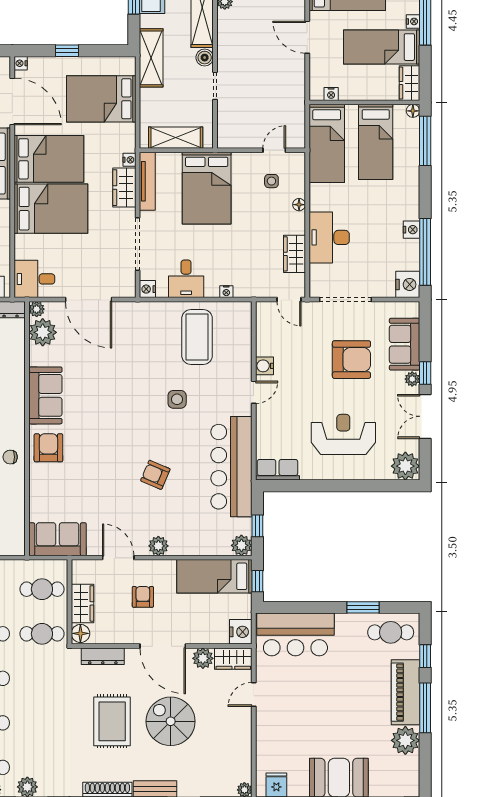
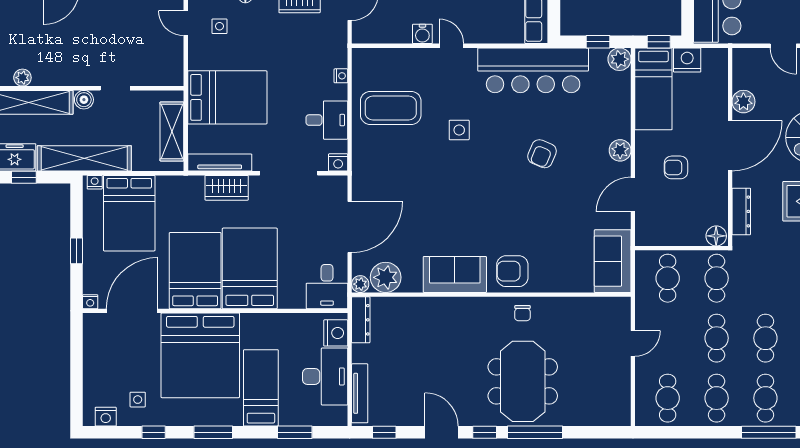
shelving: (151, 58) -> (84, 158), width x1.47
nightstand: (129, 160) -> (95, 182), moved
wardrobe: (82, 603) -> (683, 234), removed
nightstand: (241, 632) -> (687, 60), moved
wardrobe: (233, 659) -> (744, 68), removed

